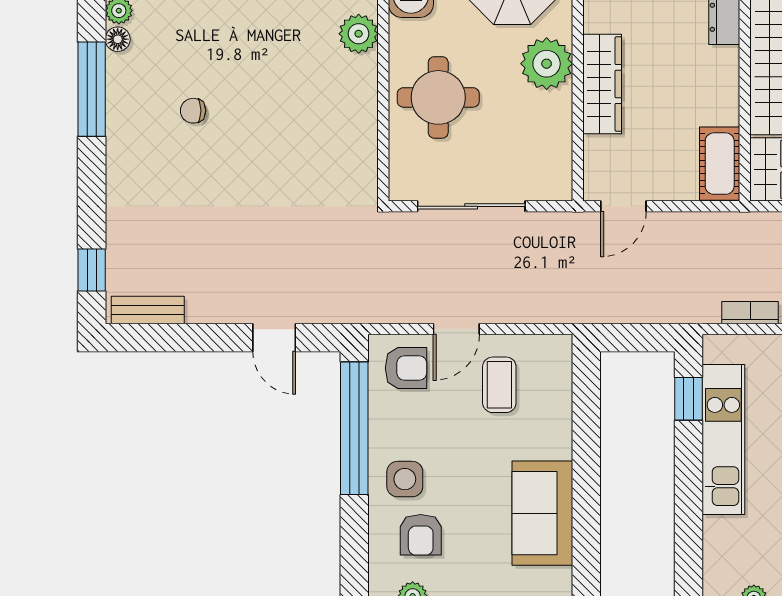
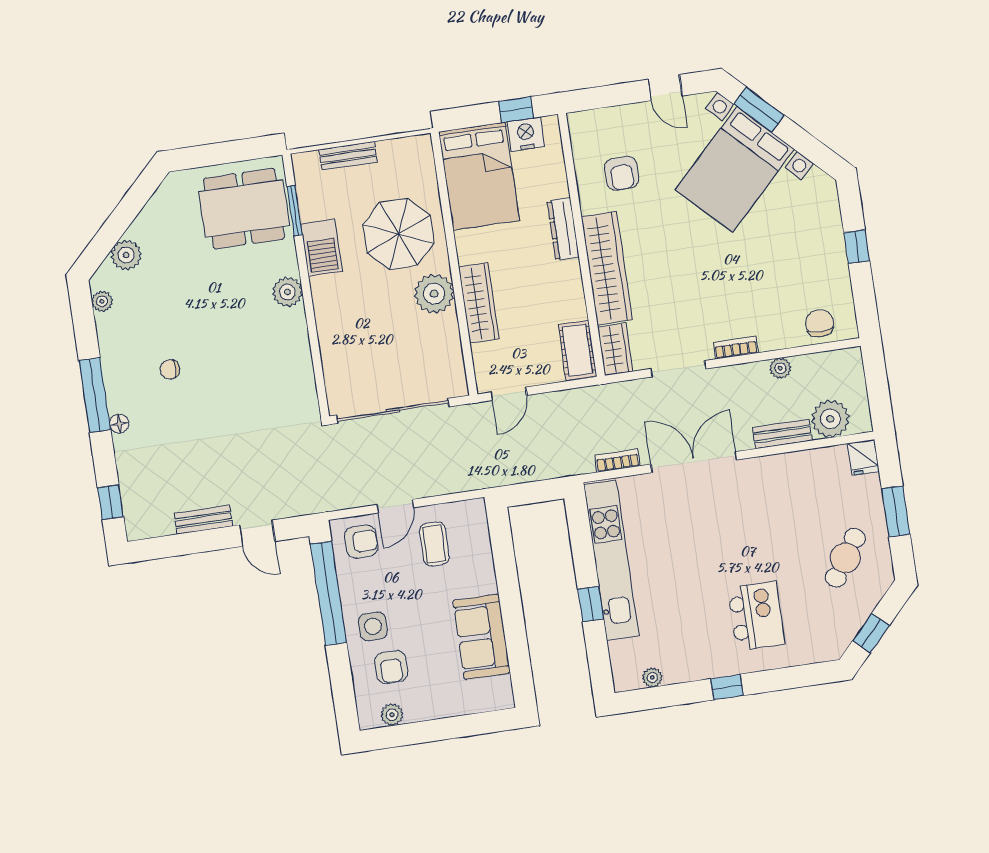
floor lamp: (118, 39) -> (119, 424), moved
window: (92, 89) -> (95, 395), moved
round table: (438, 97) -> (355, 332), removed
sliding door: (471, 206) -> (393, 411), width x1.36
bench: (148, 310) -> (203, 520), moved
window: (689, 399) -> (591, 604), moved
kitchen unit: (723, 439) -> (611, 560), width x1.36

